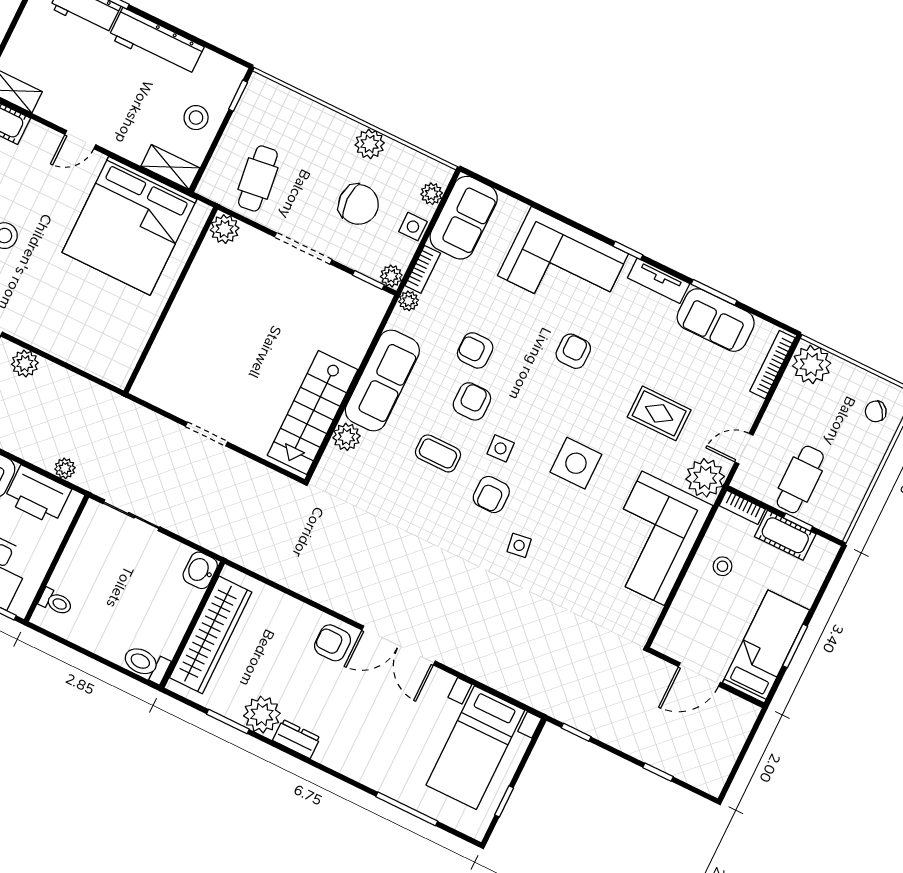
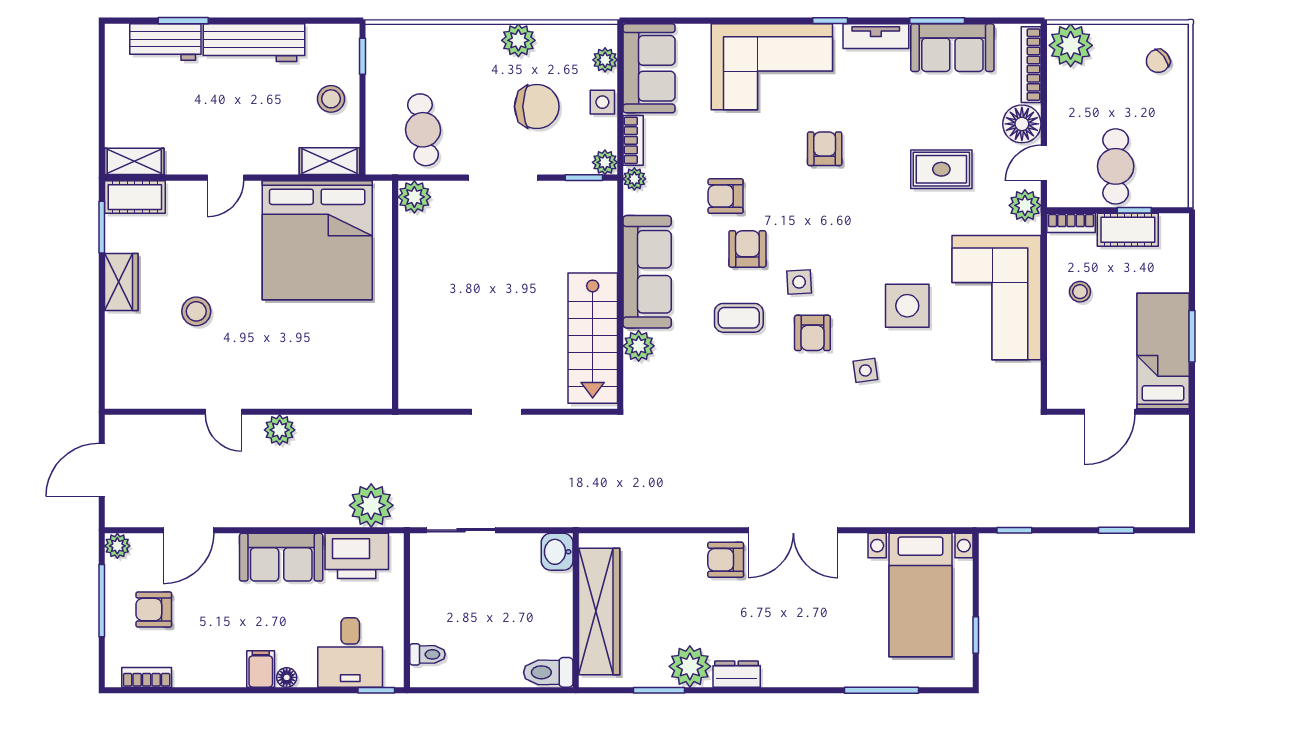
floor lamp: (742, 409) -> (1022, 124), added
side table: (576, 463) -> (907, 306), moved
plant: (65, 468) -> (371, 505), width x1.87, depth x1.87
plant: (705, 478) -> (1025, 205), width x0.73, depth x0.73

